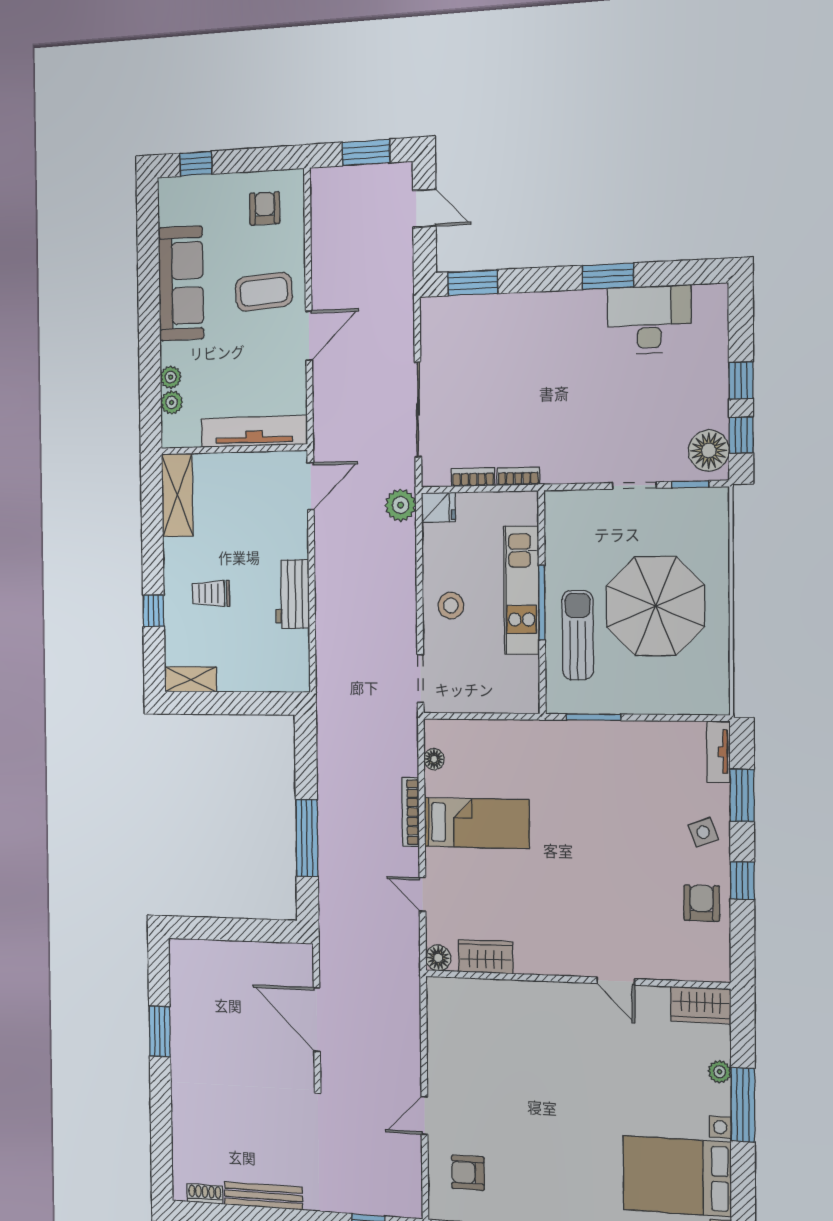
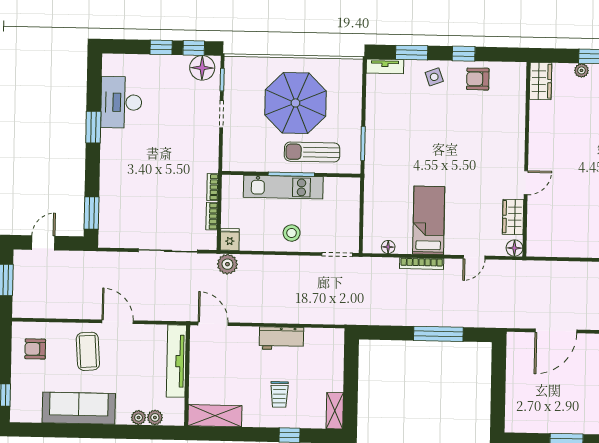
door: (616, 981) -> (526, 183), moved

